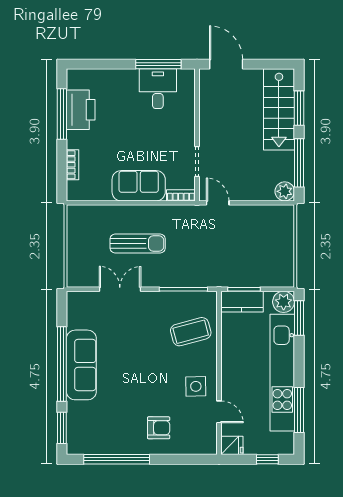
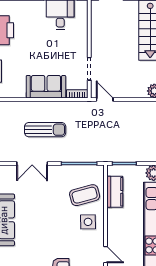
double door: (120, 289) -> (32, 164), swing flipped
kitchen counter: (242, 302) -> (115, 192), moved, turned -90
side table: (196, 386) -> (88, 222), moved

